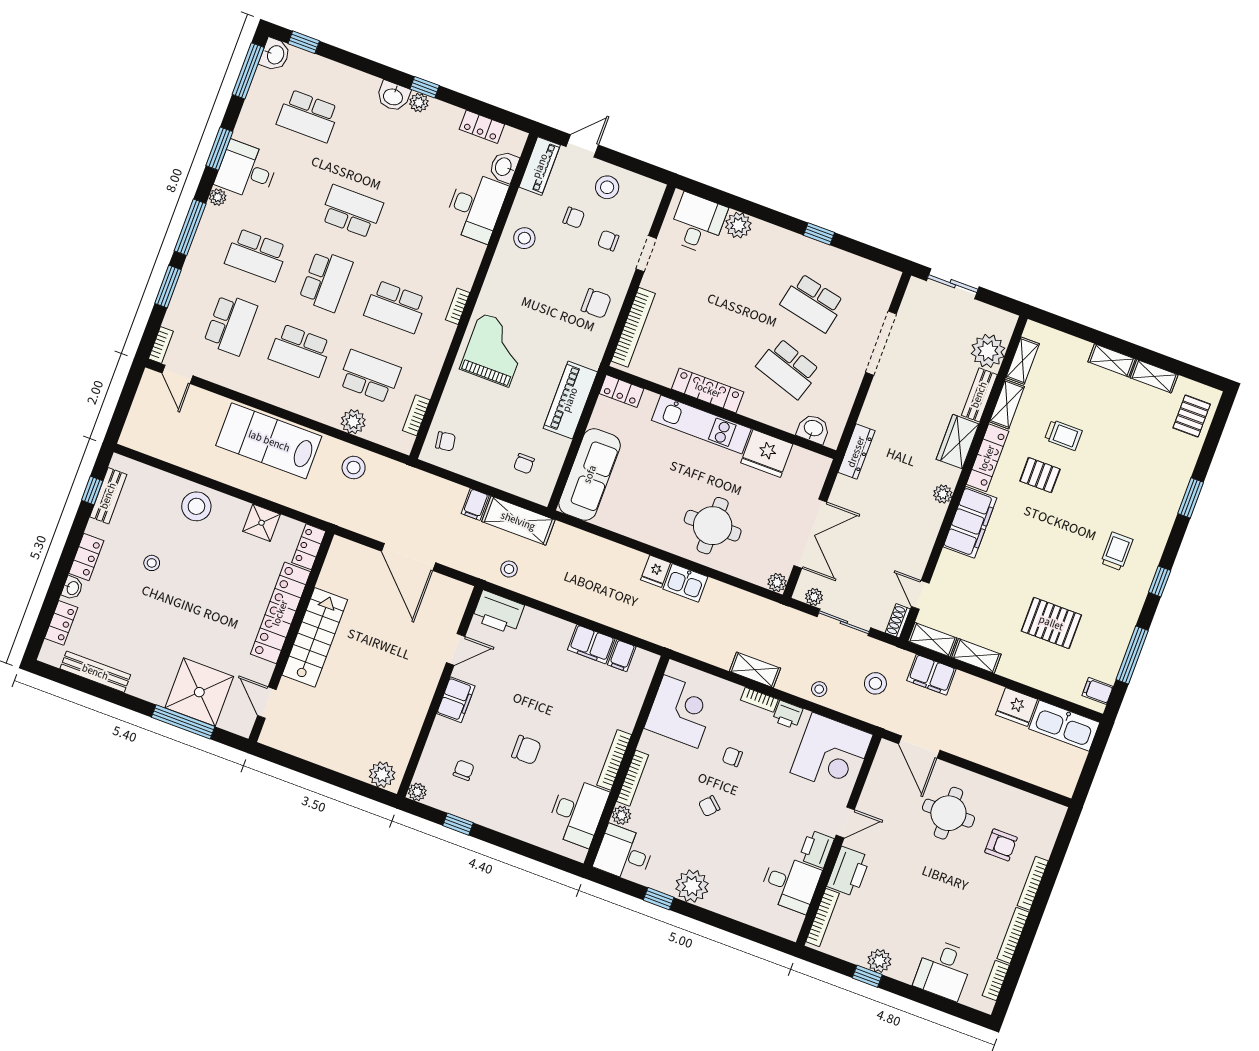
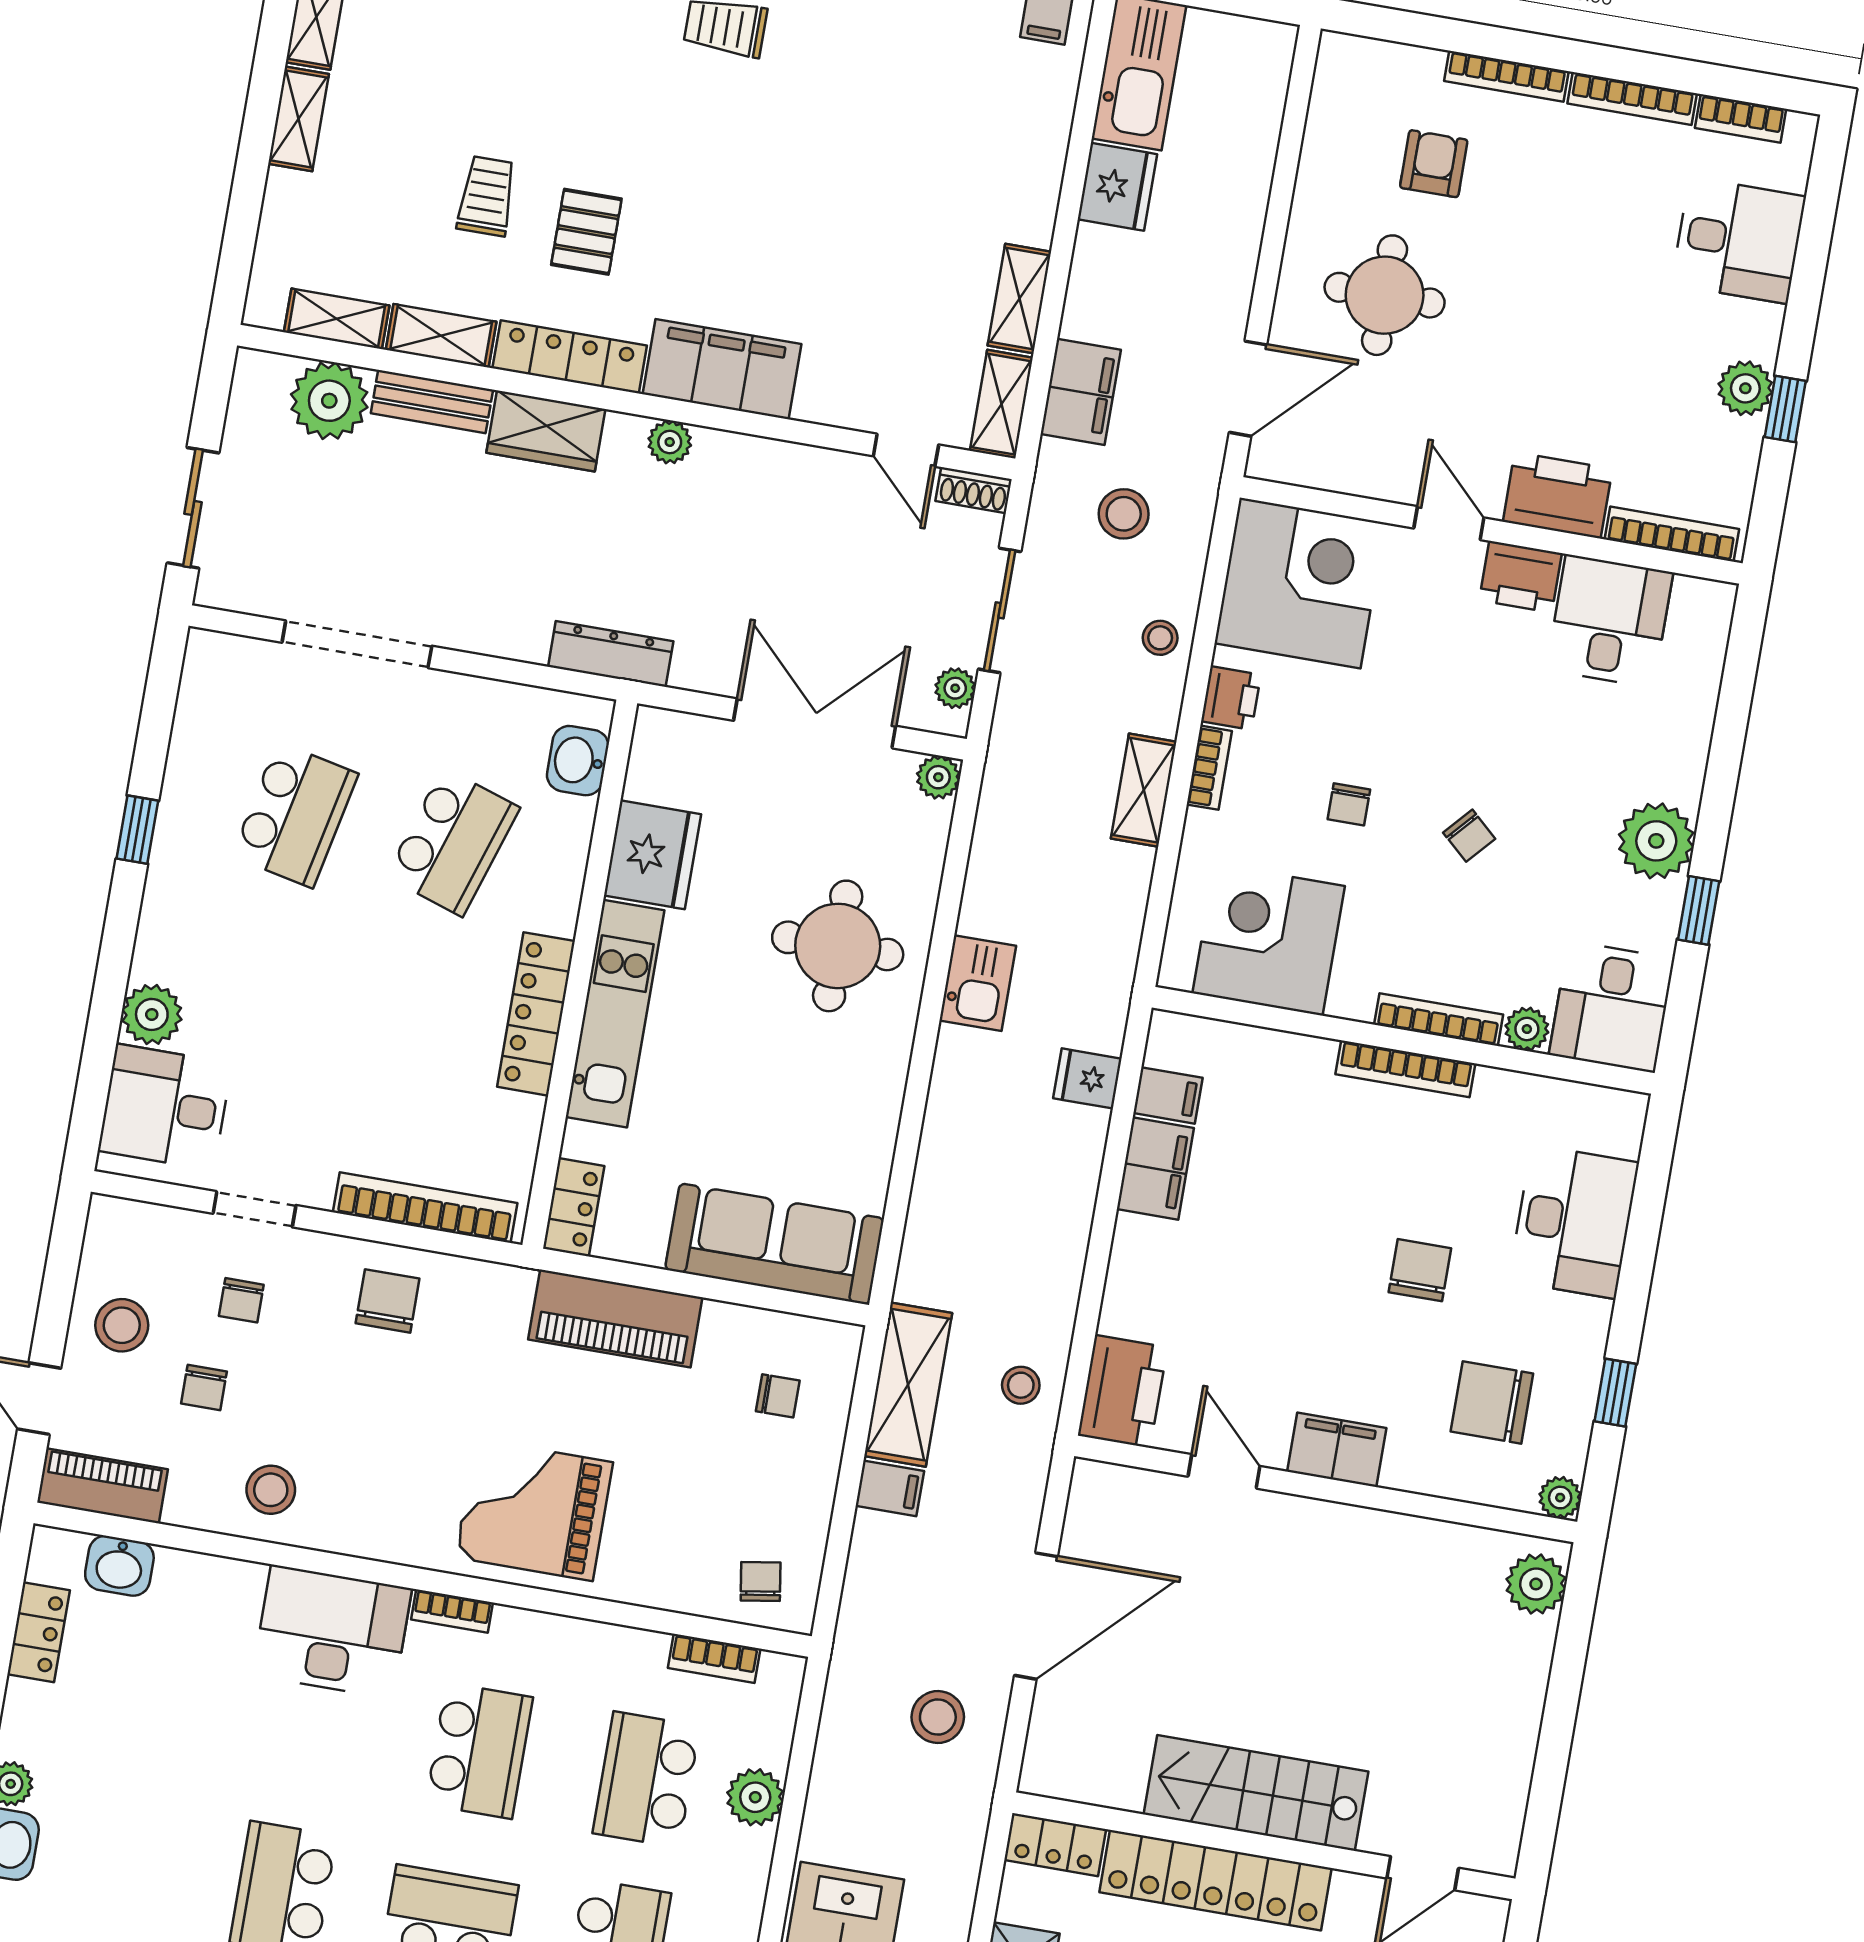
desk: (476, 207) -> (332, 1632), moved
chair: (574, 218) -> (204, 1388), turned 180
stool: (354, 468) -> (938, 1717), moved
fridge: (656, 571) -> (1087, 1078), moved, turned 180
door: (920, 595) -> (906, 450), hinge flipped
pallet: (1051, 623) -> (914, 144), removed
chair: (464, 770) -> (1492, 1402), width x1.87, depth x1.87
desk: (577, 812) -> (1574, 1222), moved, turned 90

